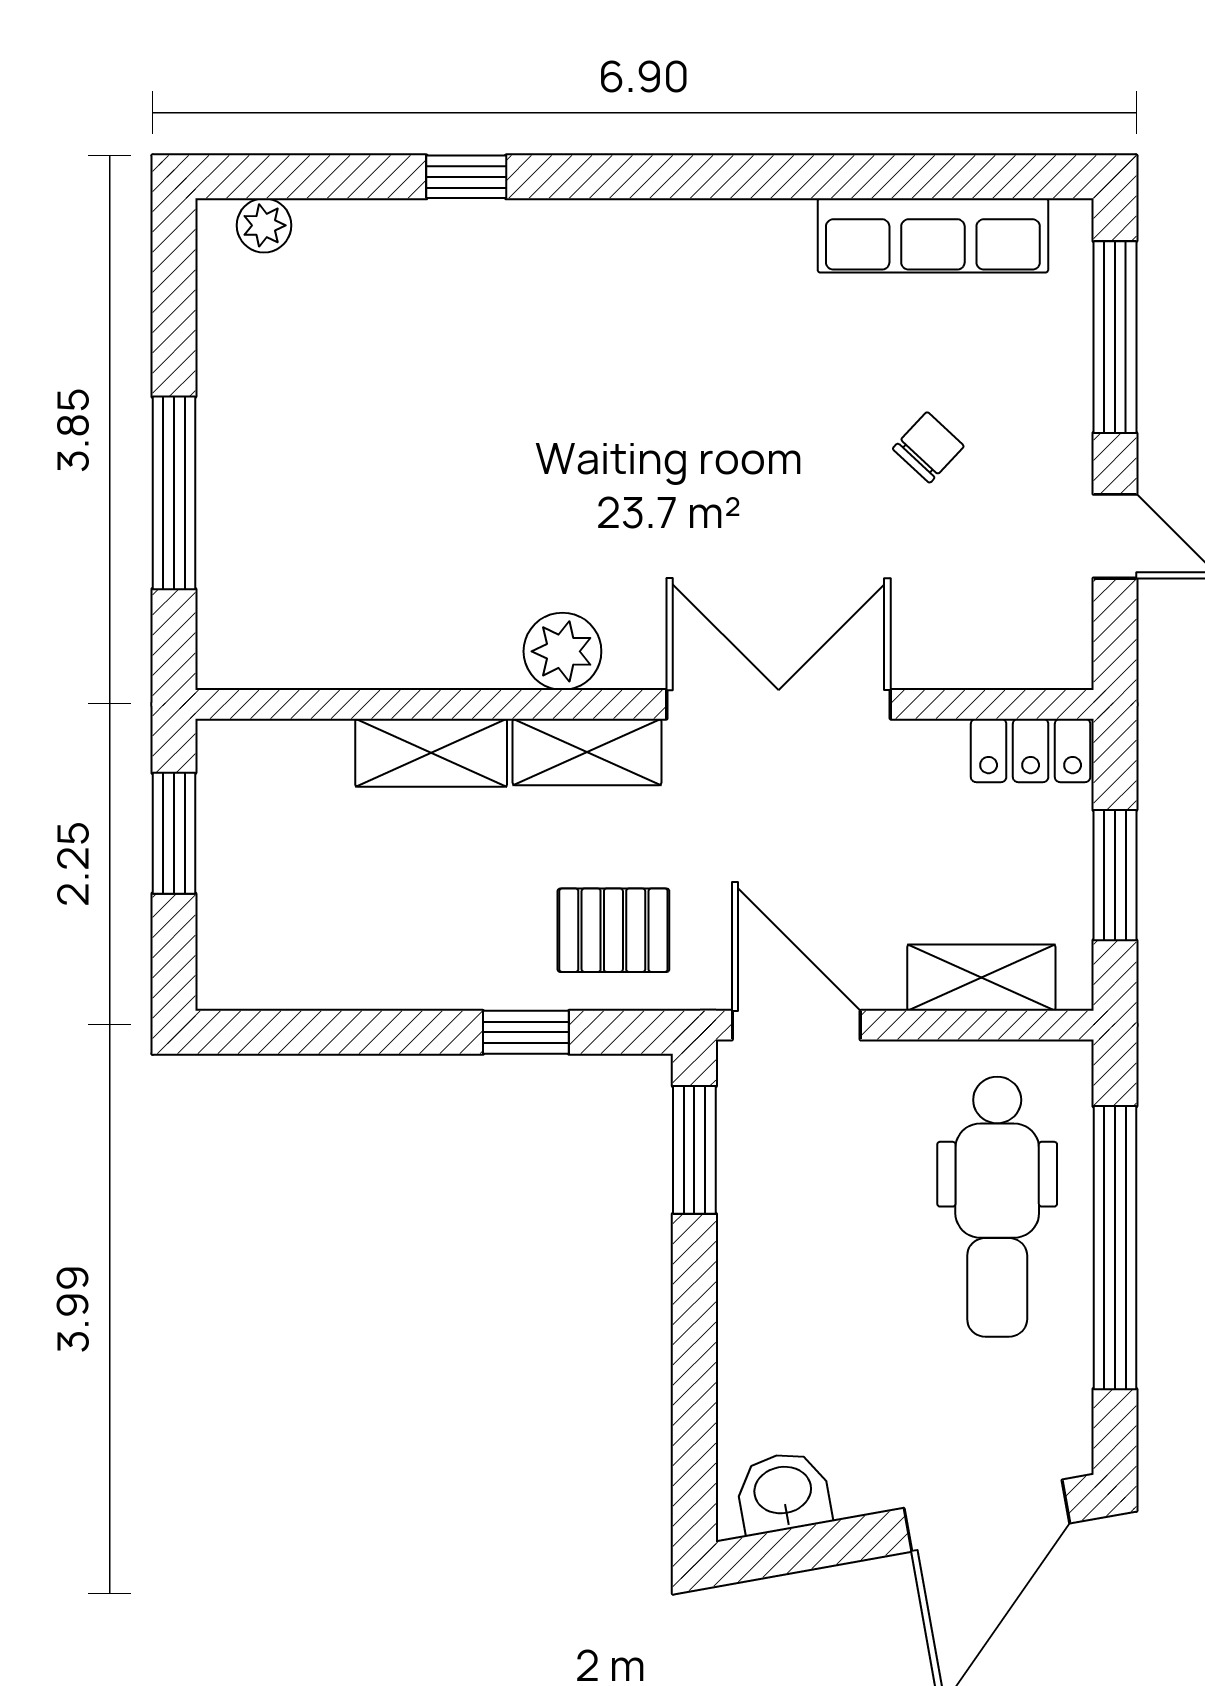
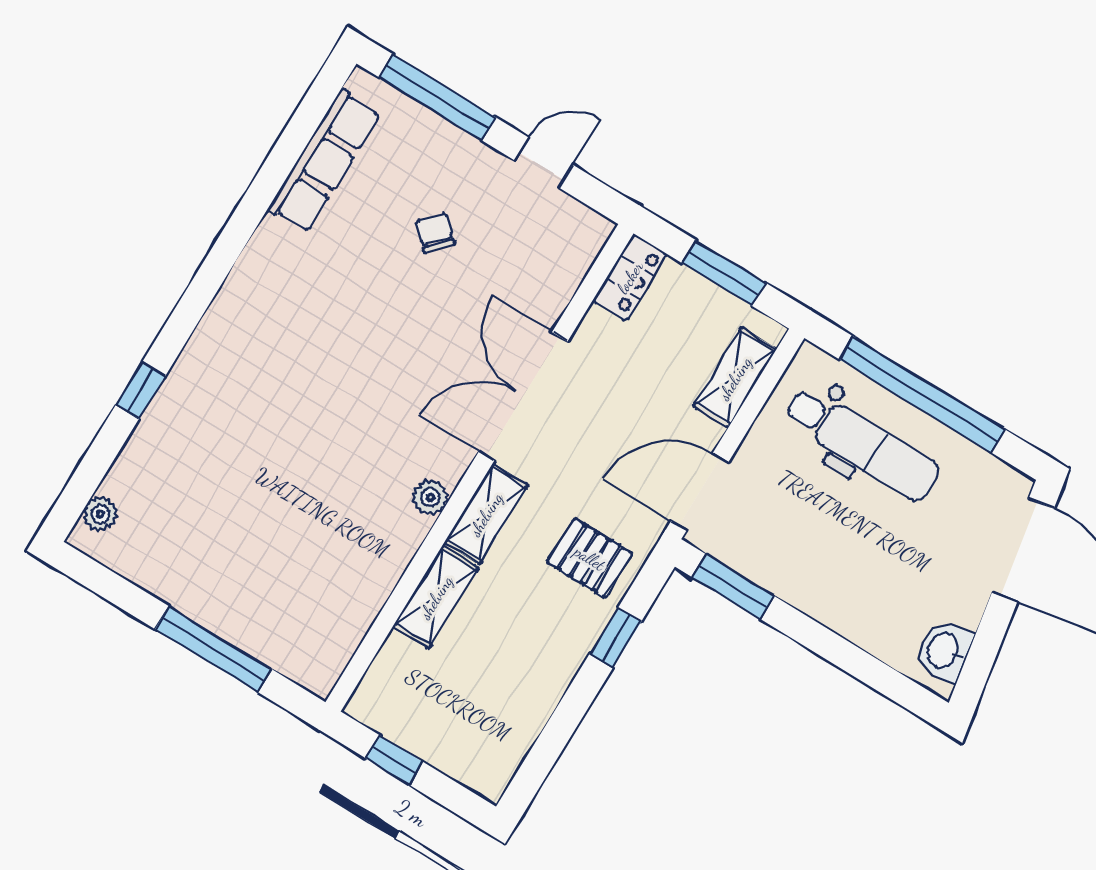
plant: (562, 651) -> (430, 498), width x0.73, depth x0.73
window: (174, 833) -> (395, 760), width x0.67
pallet: (613, 930) -> (590, 558), turned 90

